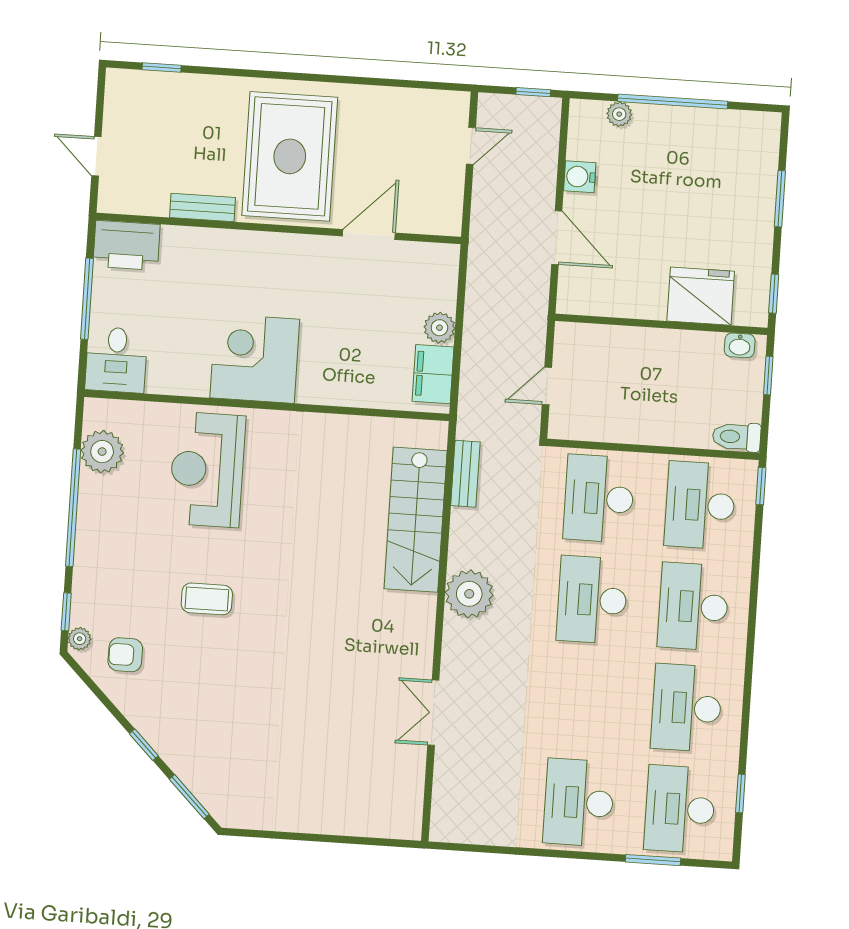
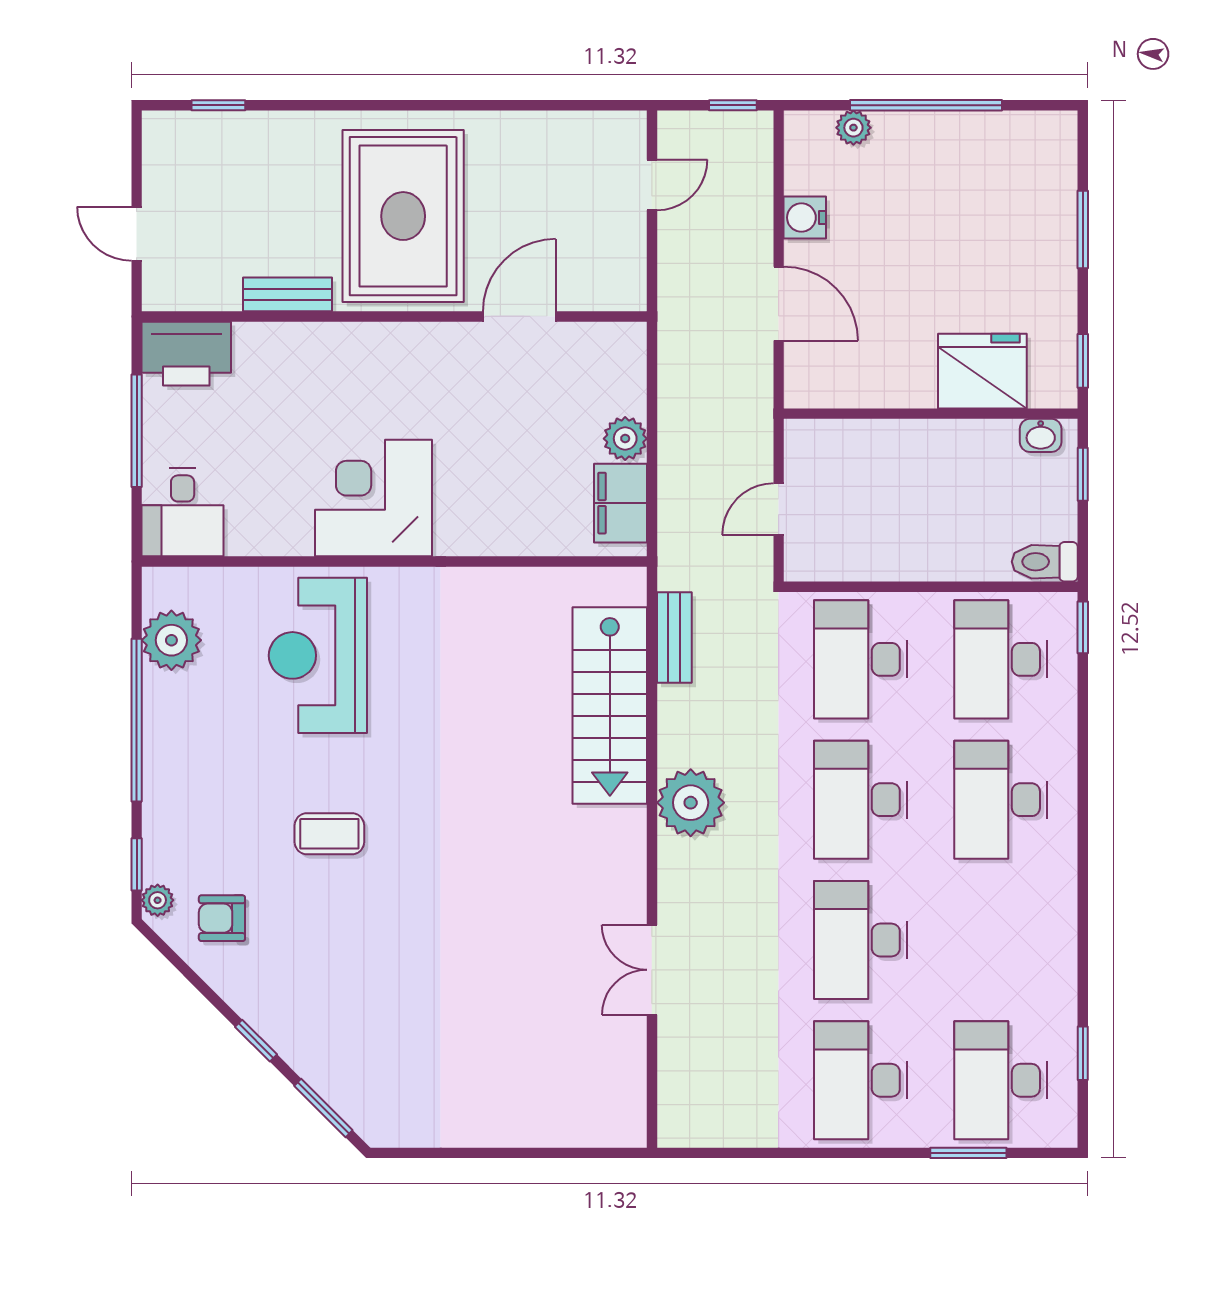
desk: (687, 708) -> (861, 940), moved

